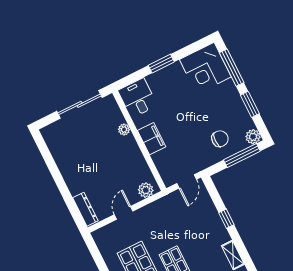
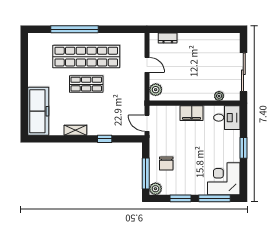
plant: (124, 130) -> (219, 96), moved
dresser: (85, 209) -> (168, 38), width x0.70

